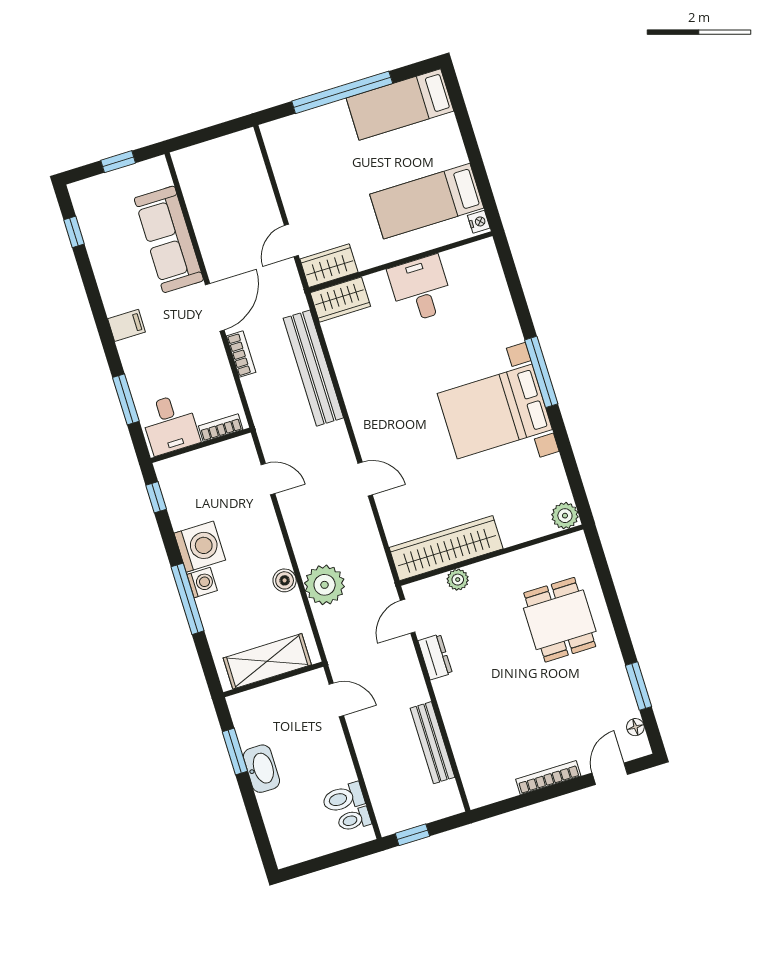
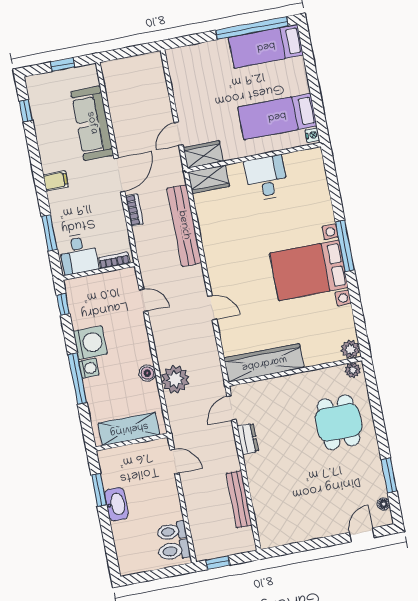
window: (342, 92) -> (252, 28), moved
plant: (458, 580) -> (353, 370), moved
bookcase: (548, 778) -> (318, 533), removed
toilet: (354, 819) -> (174, 551), width x1.37, depth x1.39

